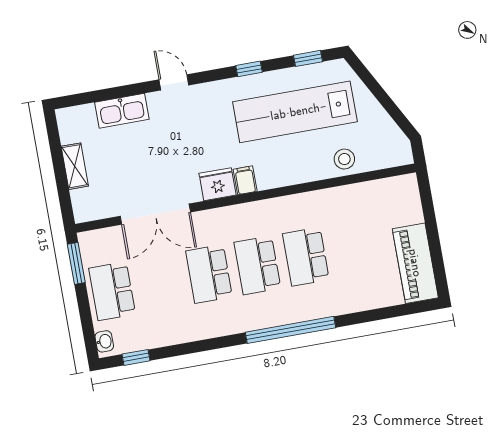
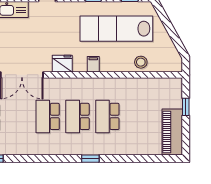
filing cabinet: (245, 180) -> (93, 64), moved
window: (430, 219) -> (186, 107), added
window: (290, 330) -> (90, 159), width x0.32

